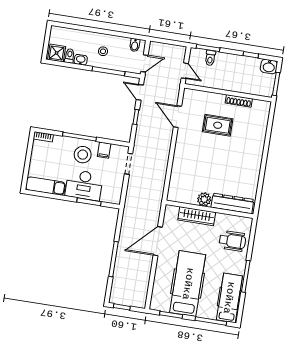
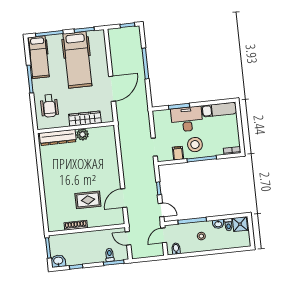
door: (178, 117) -> (124, 198), swing flipped
wheelchair: (232, 241) -> (49, 106), turned -90

